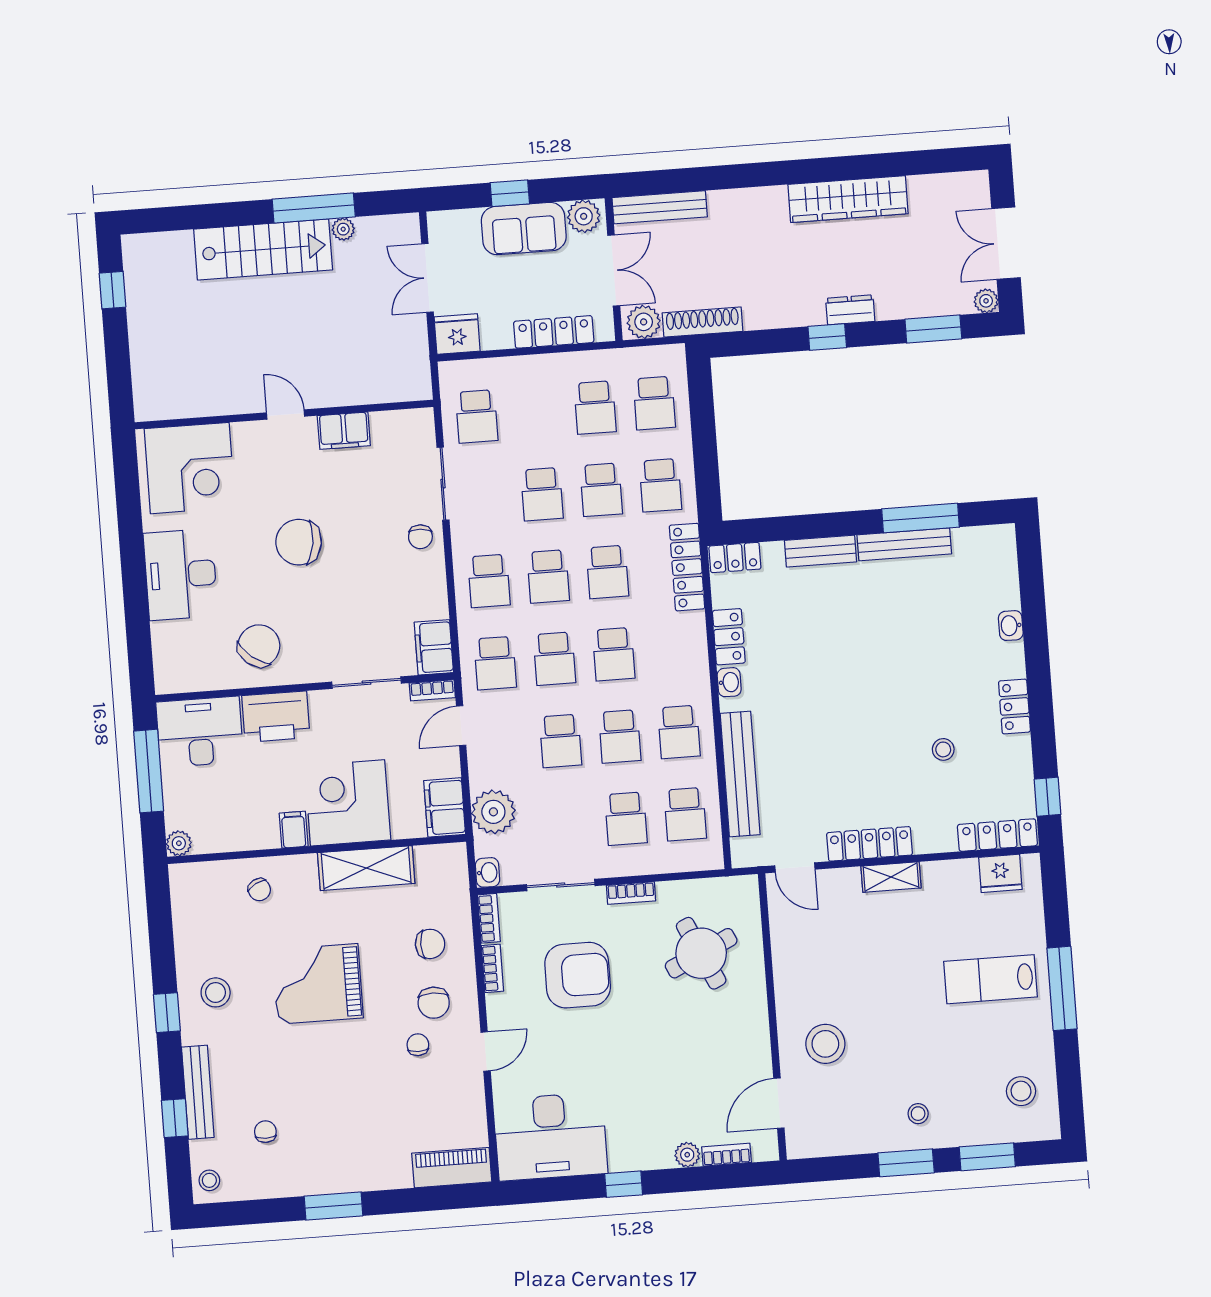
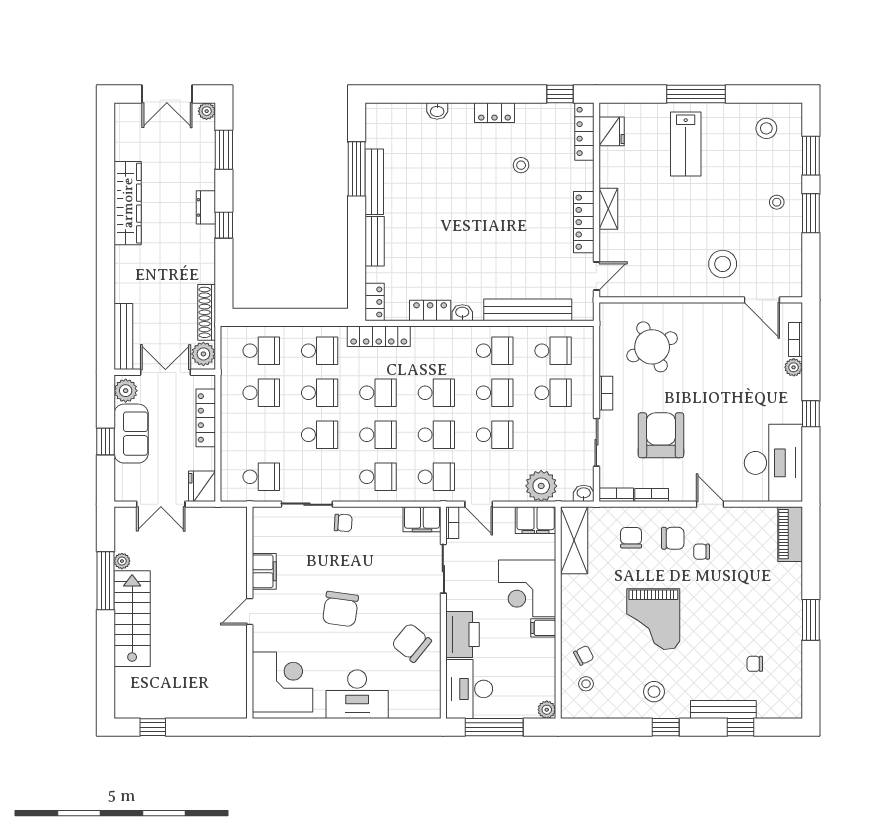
shelving: (366, 868) -> (574, 540), moved
stool: (209, 1180) -> (586, 684), moved

